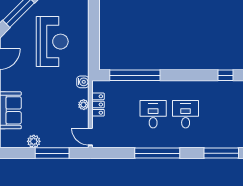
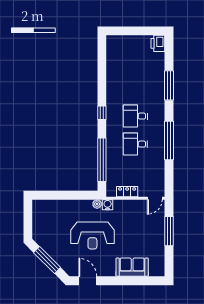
reception desk: (52, 42) -> (92, 235), moved, turned 180
window: (225, 75) -> (102, 113), moved
plant: (84, 105) -> (97, 204), moved
plant: (34, 141) -> (159, 247), removed

